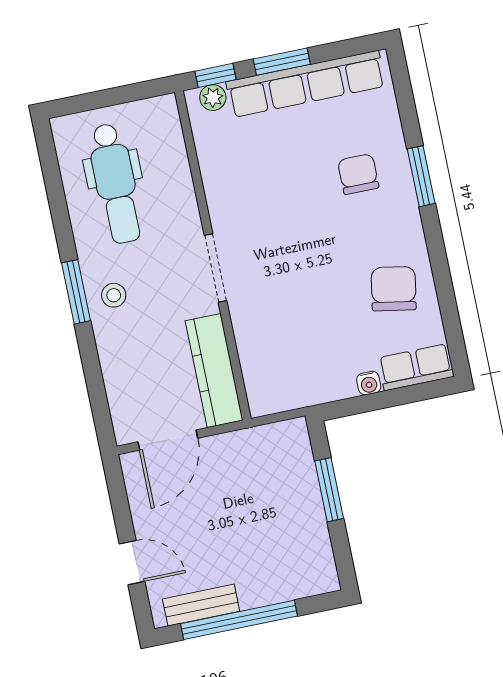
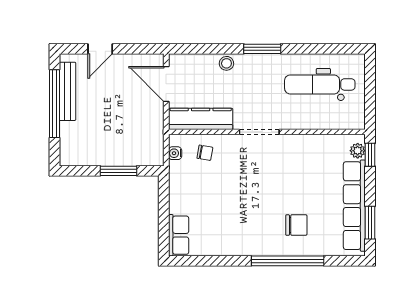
window: (282, 62) -> (370, 223), moved
window: (421, 176) -> (288, 261), width x2.11
chair: (394, 289) -> (205, 153), moved, width x0.54, depth x0.54
stool: (114, 295) -> (226, 63), moved
water cooler: (369, 383) -> (175, 153), moved
bench: (201, 605) -> (67, 91), width x1.36

